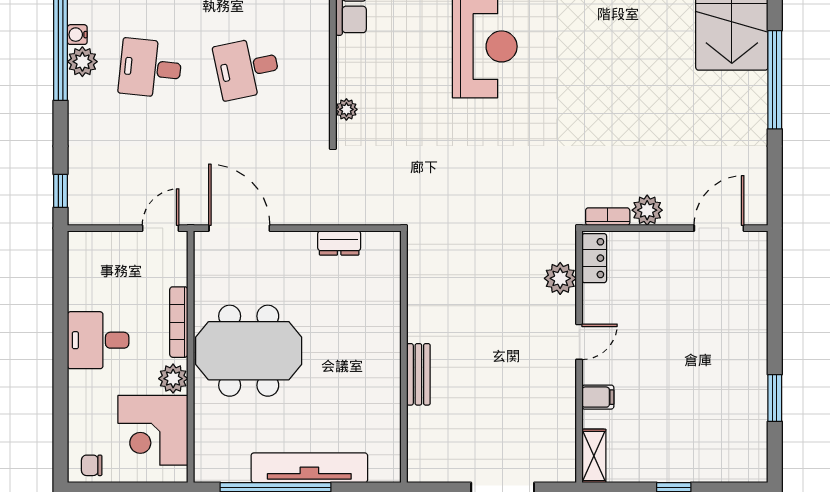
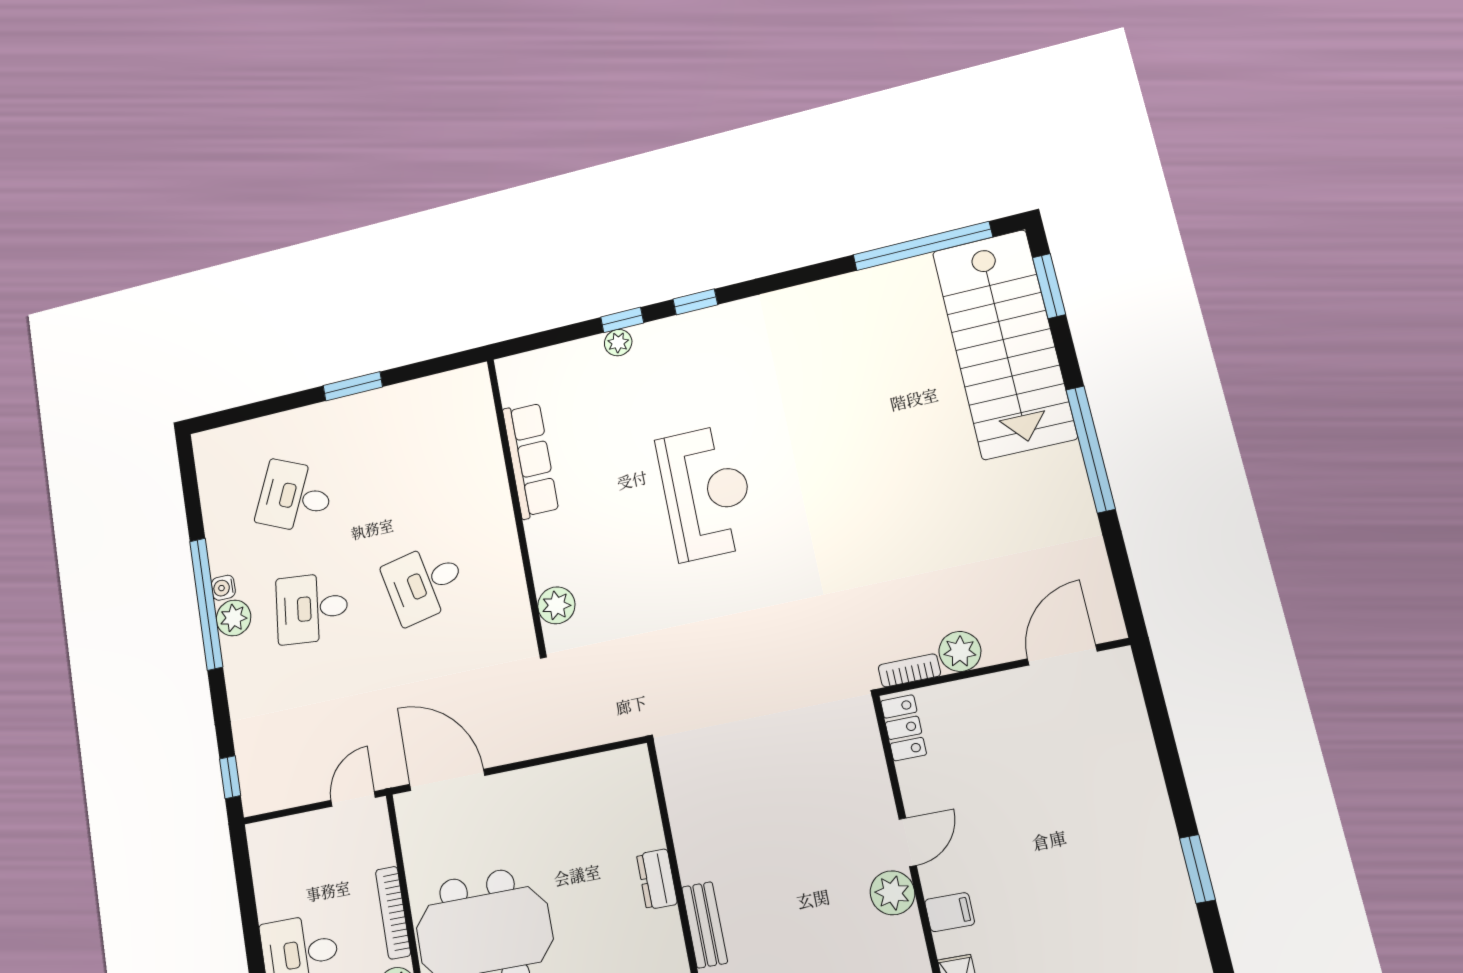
plant: (346, 109) -> (556, 605), width x1.38, depth x1.38
dresser: (339, 243) -> (657, 879), moved, turned 90
plant: (560, 278) -> (892, 893), moved

